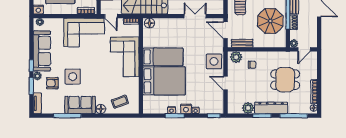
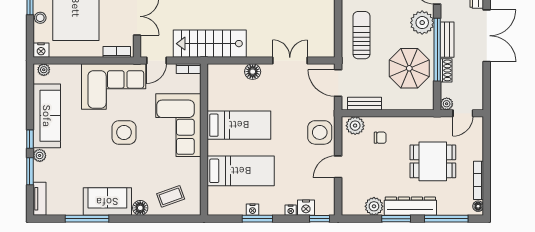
door: (111, 16) -> (156, 61), hinge flipped
floor lamp: (150, 23) -> (253, 72), moved
side table: (73, 77) -> (124, 132), moved
bed: (164, 81) -> (241, 171), width x0.67
armchair: (52, 83) -> (63, 167), removed
door: (226, 83) -> (338, 167), hinge flipped
nightstand: (186, 109) -> (306, 208), moved

